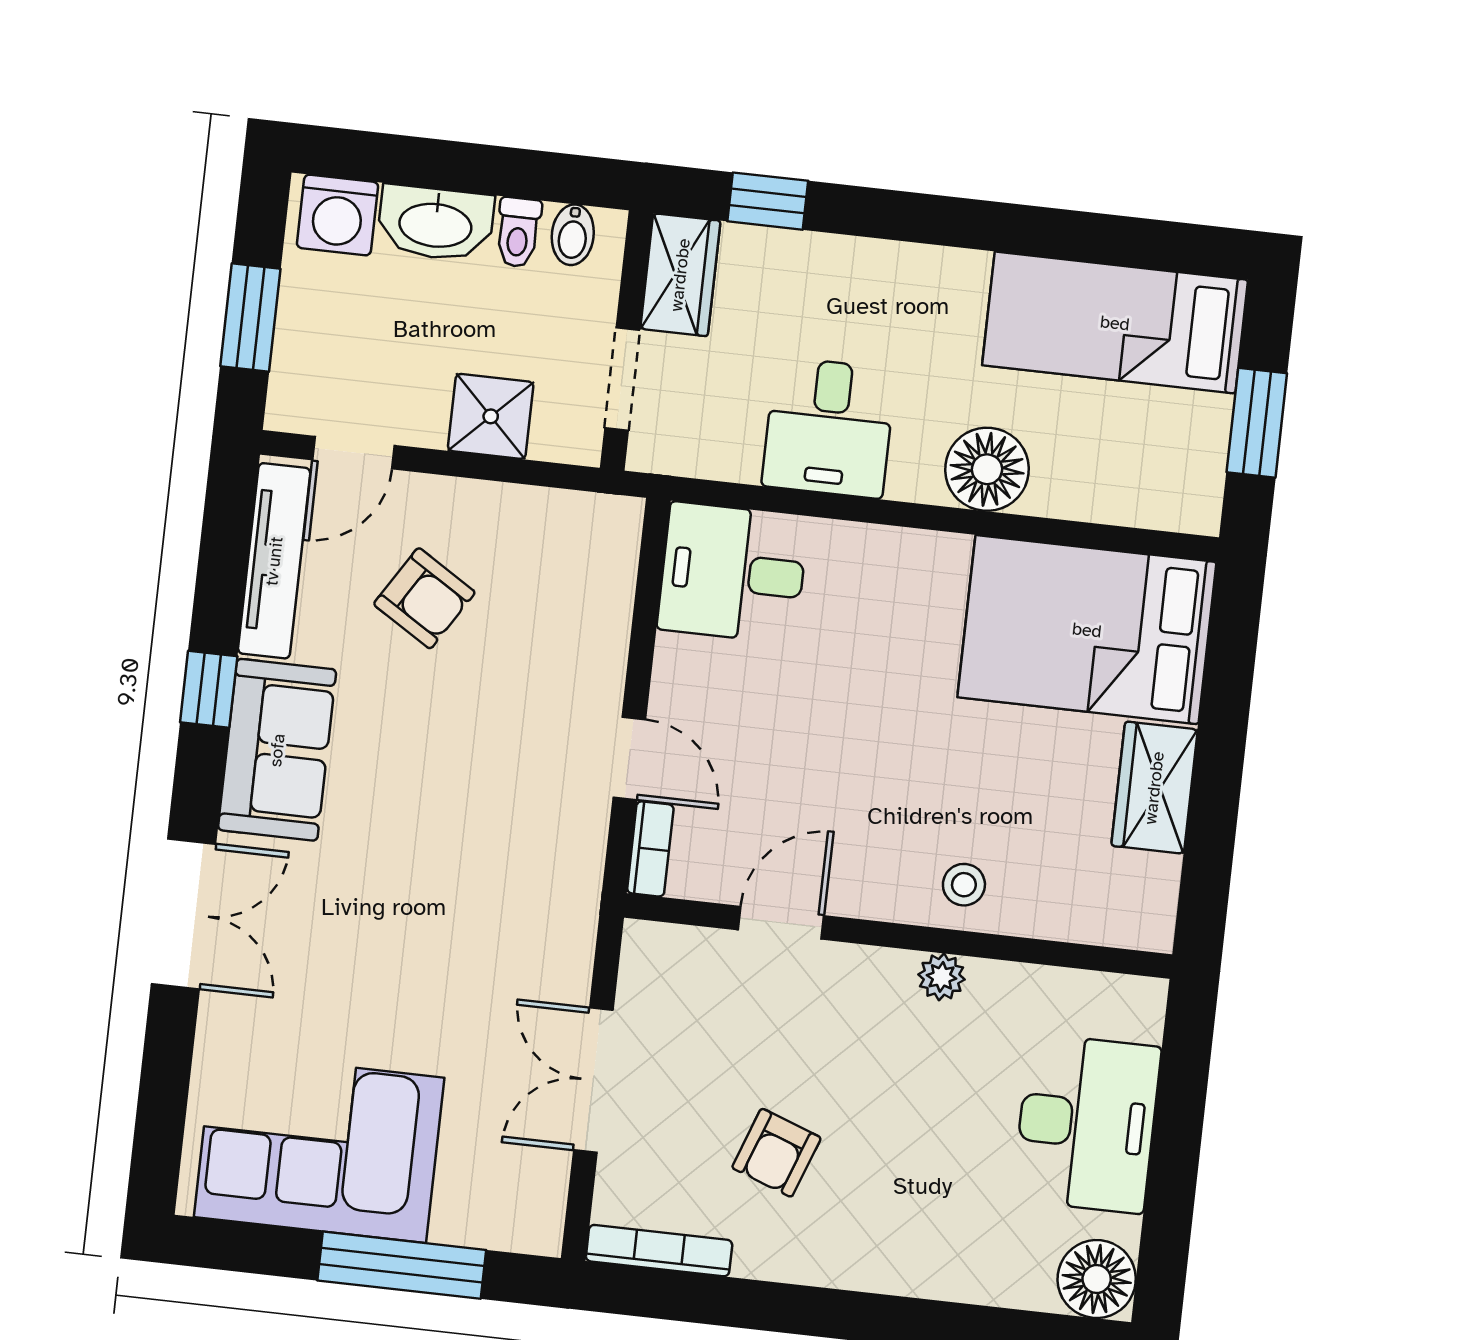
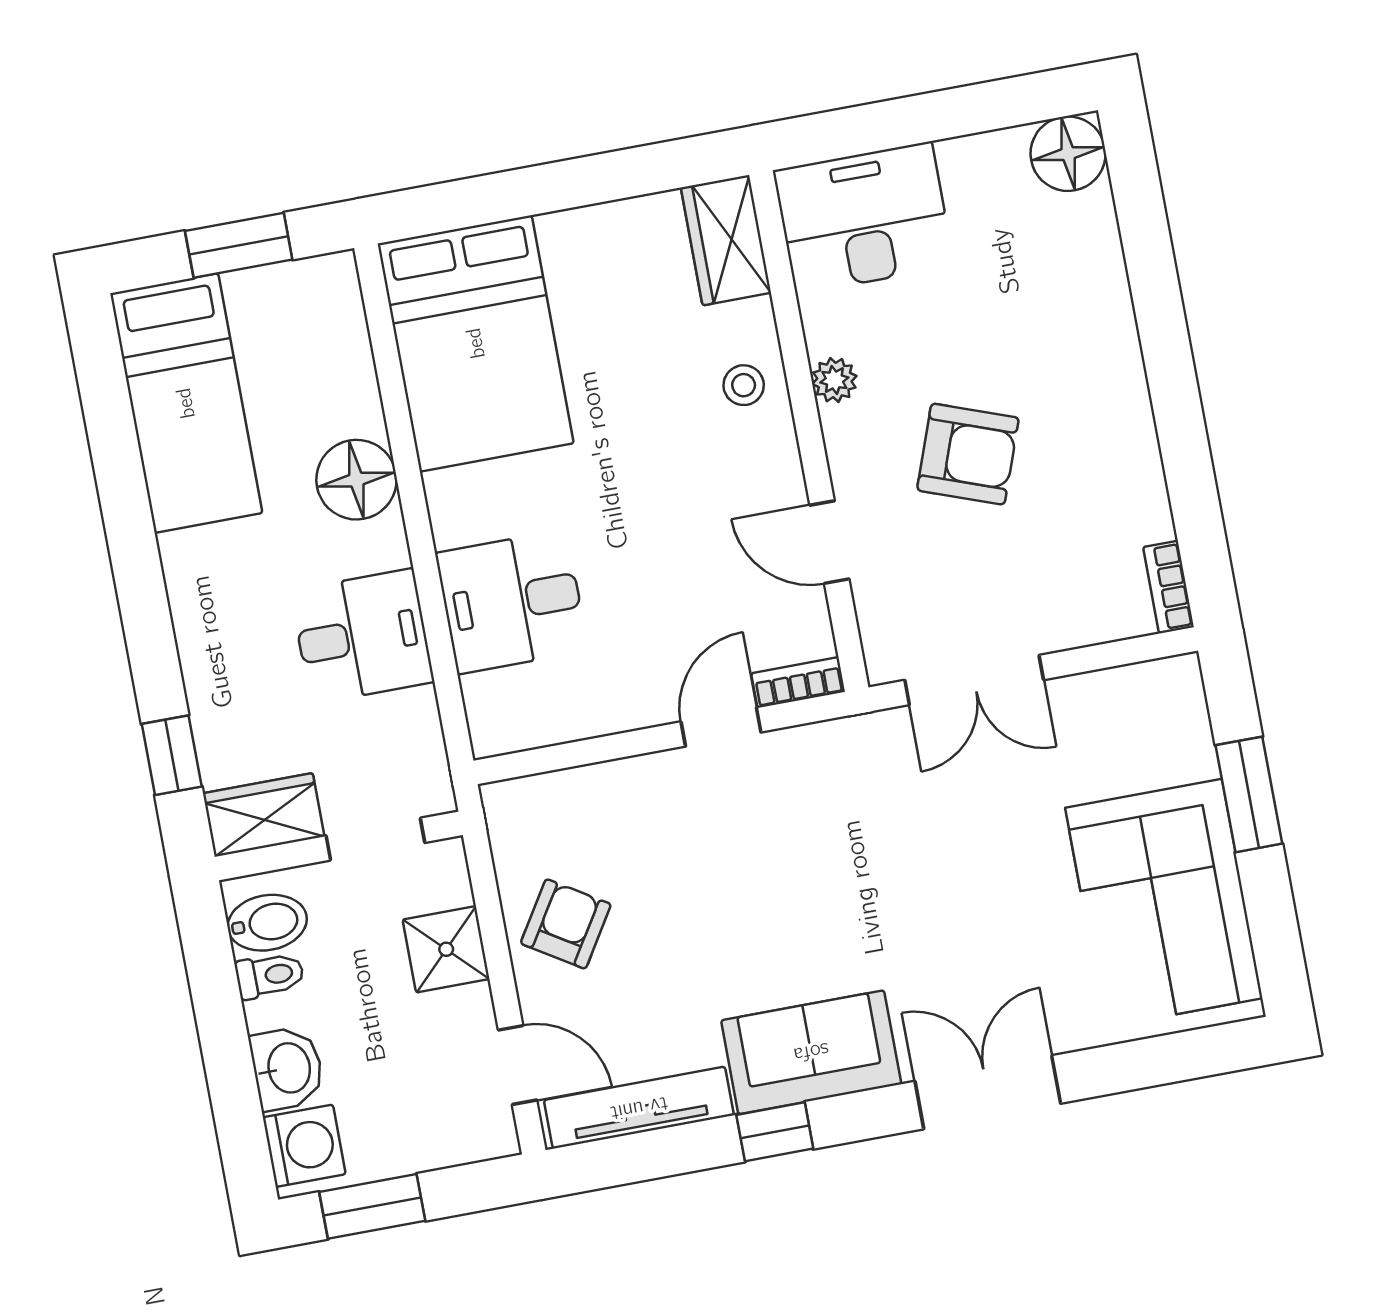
washbasin: (436, 223) -> (287, 1068), width x0.72
bidet: (573, 235) -> (267, 923), width x1.38, depth x1.36
window: (250, 317) -> (372, 1206), moved
desk: (733, 573) -> (512, 602), moved, turned 90
armchair: (424, 598) -> (566, 924), moved
wardrobe: (1154, 788) -> (726, 240), moved, turned 90
double door: (593, 1080) -> (974, 680), moved
desk: (1087, 1123) -> (864, 218), moved
armchair: (776, 1153) -> (968, 454), moved, width x1.38, depth x1.38
bookcase: (659, 1251) -> (1168, 587), width x0.64
window: (402, 1265) -> (1249, 794), width x0.69

